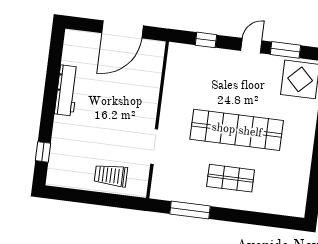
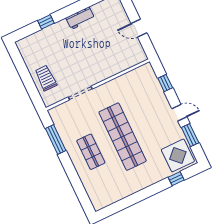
door: (122, 29) -> (139, 28), width x0.53
workbench: (67, 90) -> (80, 18), width x0.73
window: (43, 152) -> (46, 22), moved

